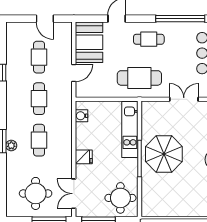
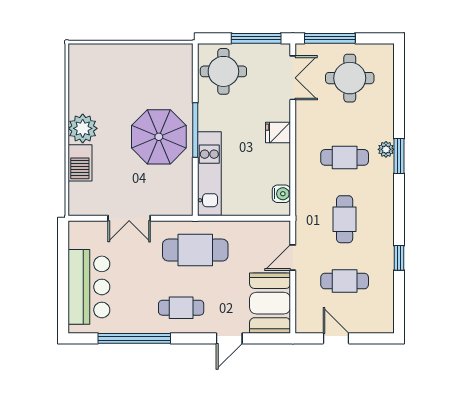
cafe table: (39, 57) -> (345, 281), turned 90
cafe table: (39, 140) -> (345, 157), turned 90

